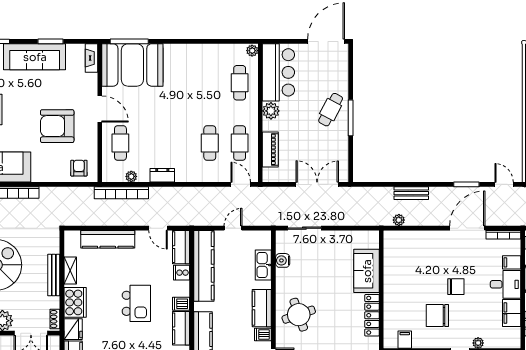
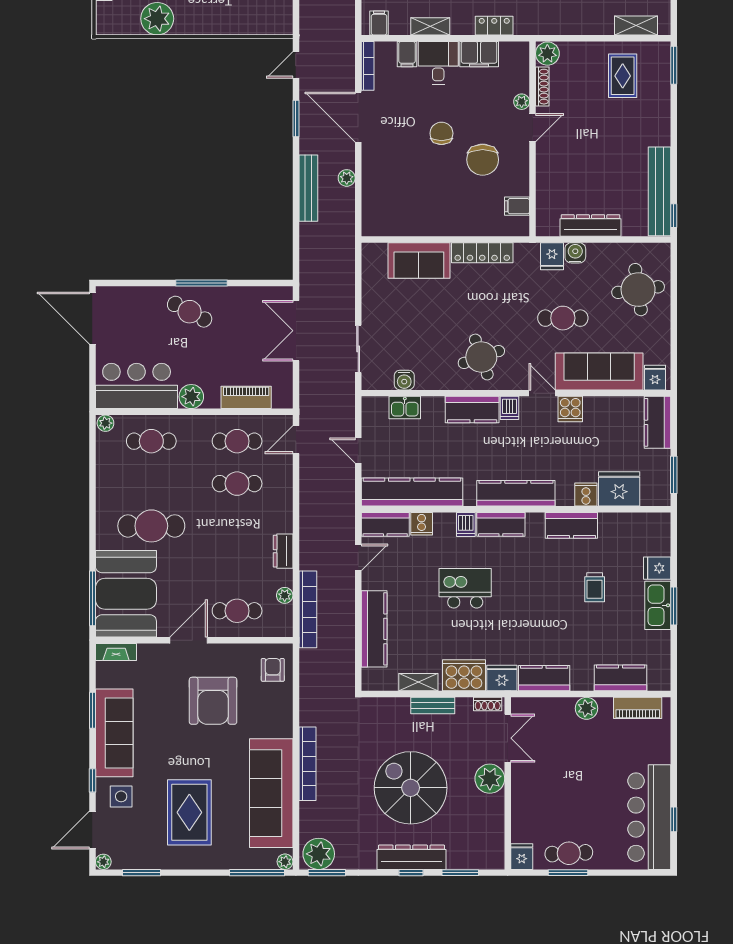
cafe table: (180, 83) -> (151, 526), added
armchair: (79, 168) -> (273, 670), turned 90
bench: (411, 193) -> (308, 188), width x1.36
plant: (399, 220) -> (347, 178), moved
kitchen sink: (263, 265) -> (405, 408), width x0.73
bench: (54, 275) -> (433, 706), width x0.73

